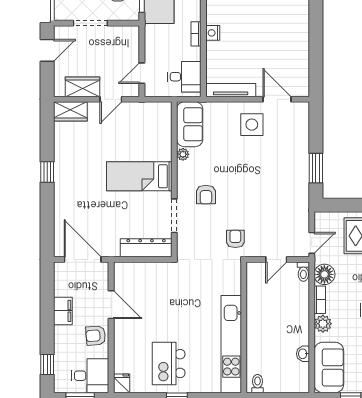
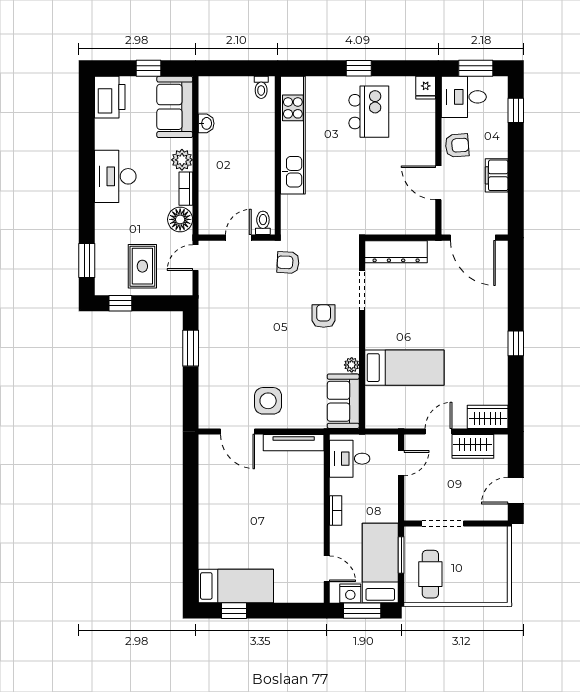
doorway: (90, 23) -> (443, 524), moved
nightstand: (213, 33) -> (315, 512), removed
bed: (139, 176) -> (404, 368), moved
armchair: (235, 239) -> (288, 262), turned 93
toilet: (303, 272) -> (263, 223), moved

